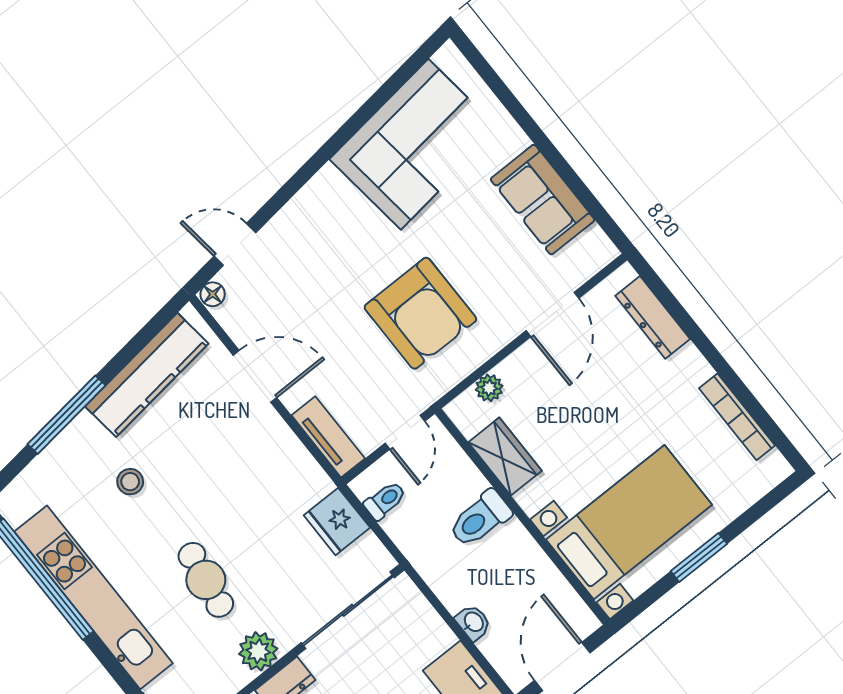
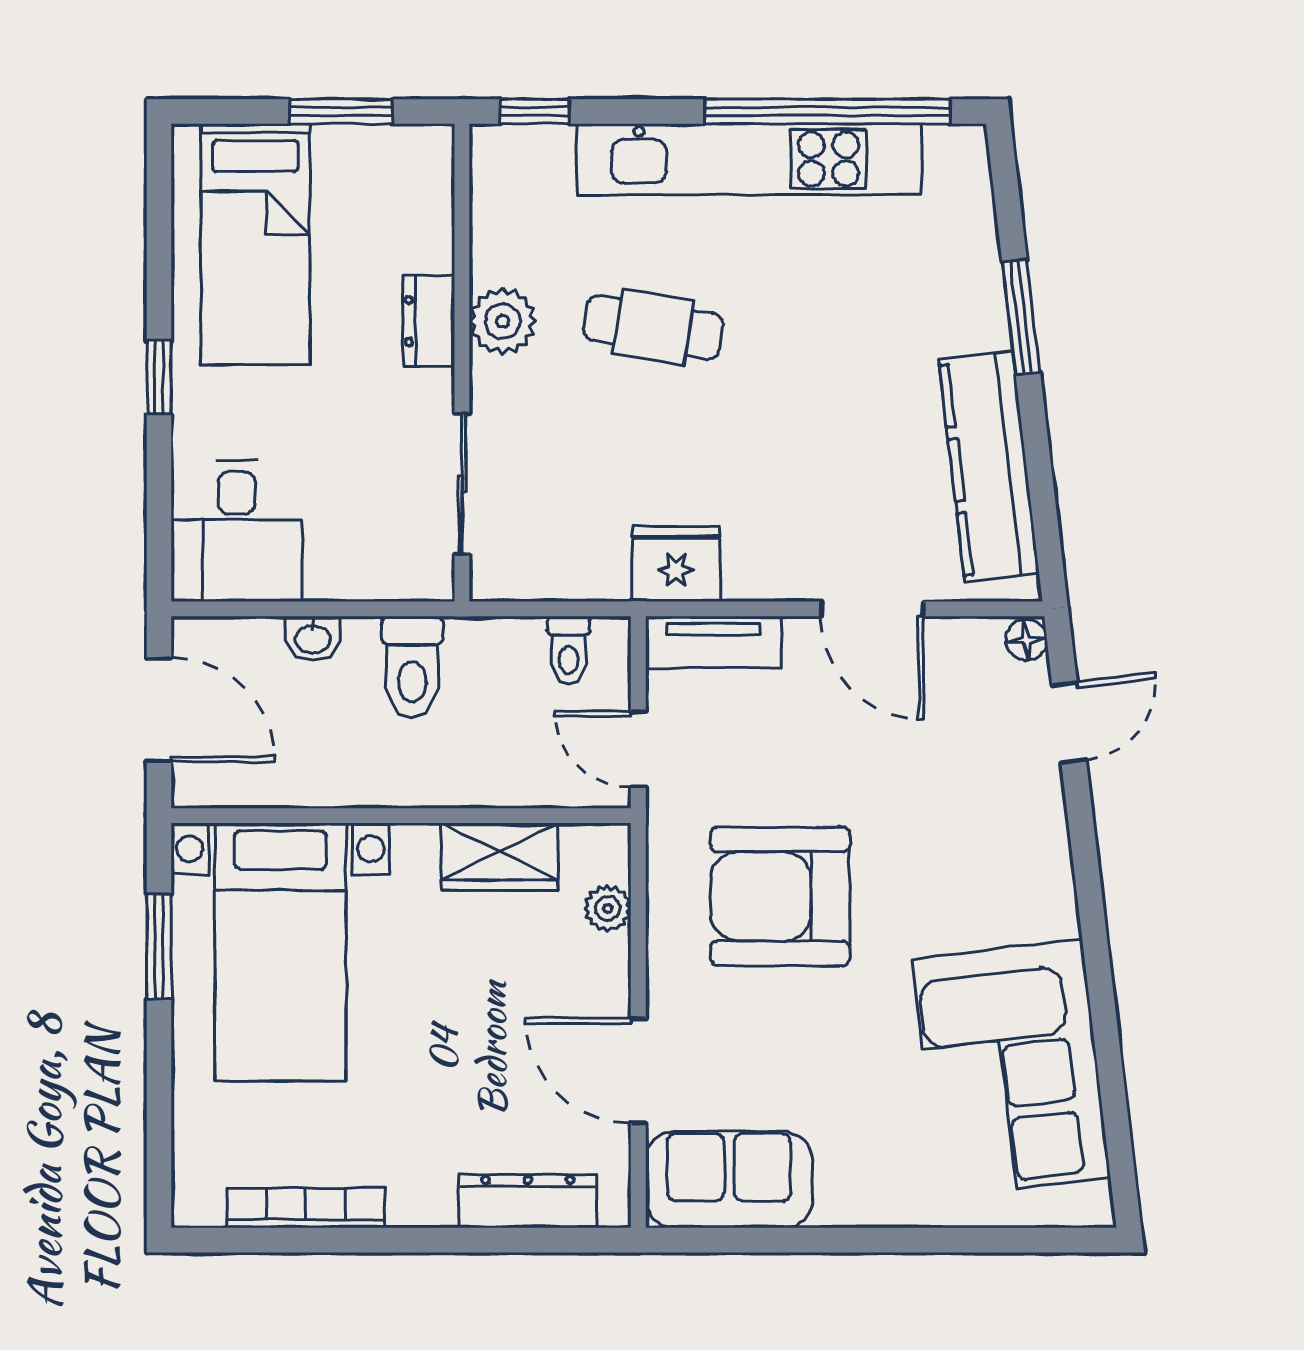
sofa: (543, 200) -> (729, 1180), moved
door: (255, 376) -> (872, 609), hinge flipped
window: (66, 415) -> (1021, 317), width x0.69
stool: (130, 482) -> (865, 331), removed
toilet: (480, 519) -> (412, 667), moved, turned 180
fridge: (337, 521) -> (676, 564), moved
window: (699, 557) -> (159, 946), moved
sliding door: (348, 610) -> (462, 484), width x0.73

